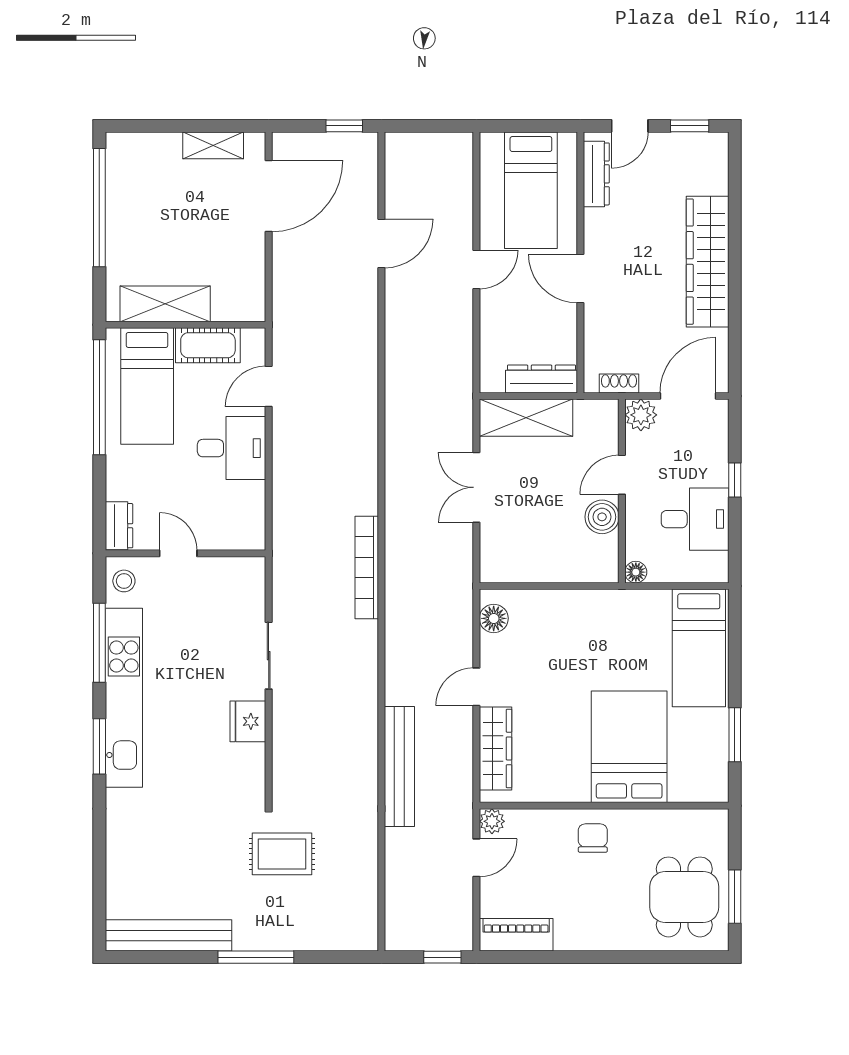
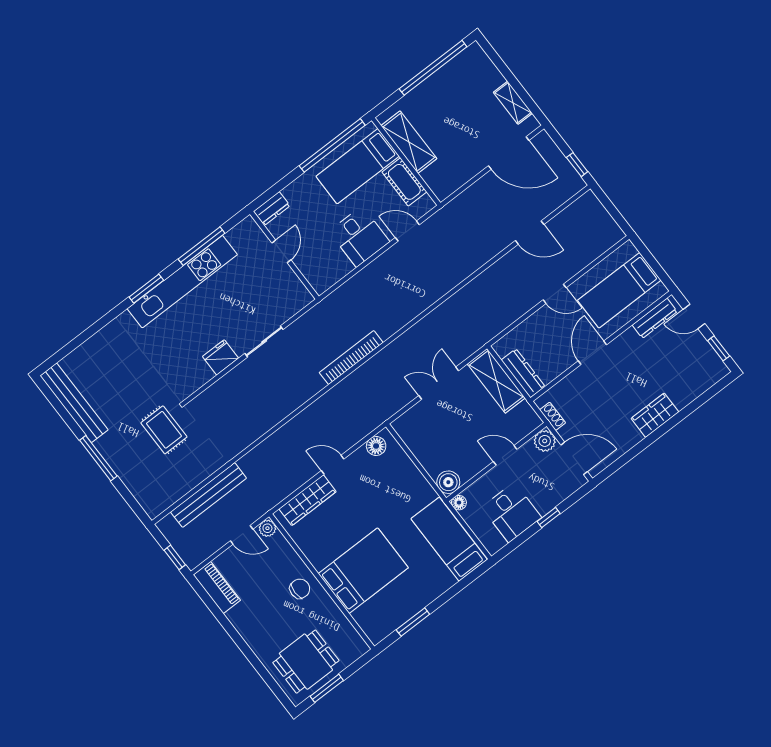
wardrobe: (708, 262) -> (655, 415), width x0.48, depth x0.85
boiler: (602, 517) -> (448, 482), moved
stool: (124, 581) -> (244, 234), removed
bed: (699, 648) -> (449, 539), moved, turned 90
bench: (399, 767) -> (209, 495), moved

